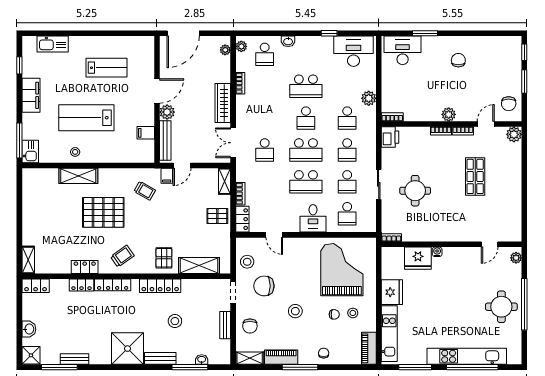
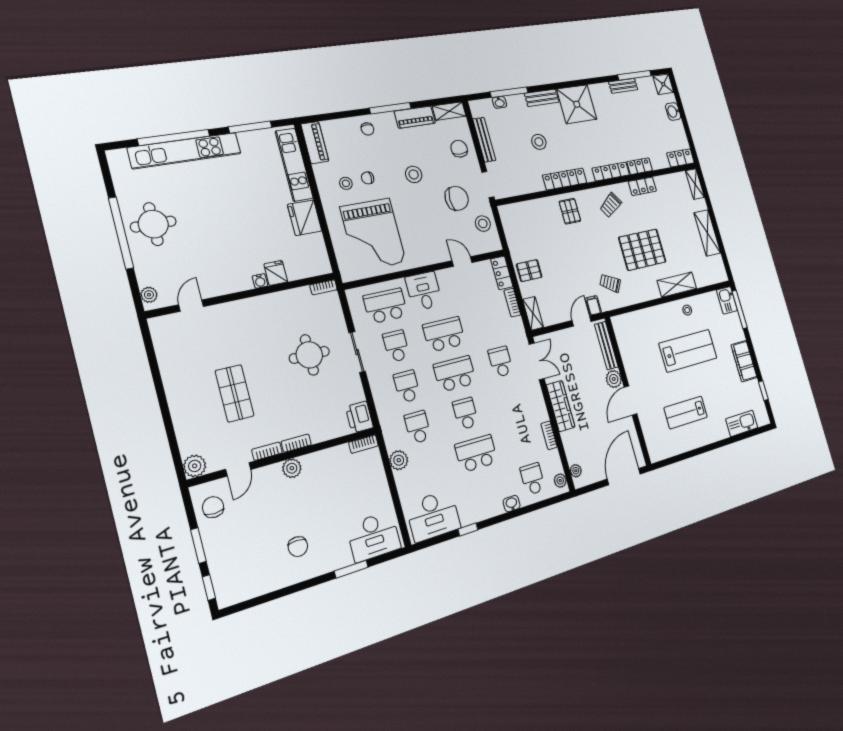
filing cabinet: (146, 133) -> (628, 349), removed
school desk: (347, 214) -> (386, 306), width x1.85
fridge: (418, 258) -> (276, 273), width x0.53, depth x0.75
shelving: (199, 265) -> (707, 233), moved, turned 90
bench: (225, 325) -> (484, 140), width x1.36

